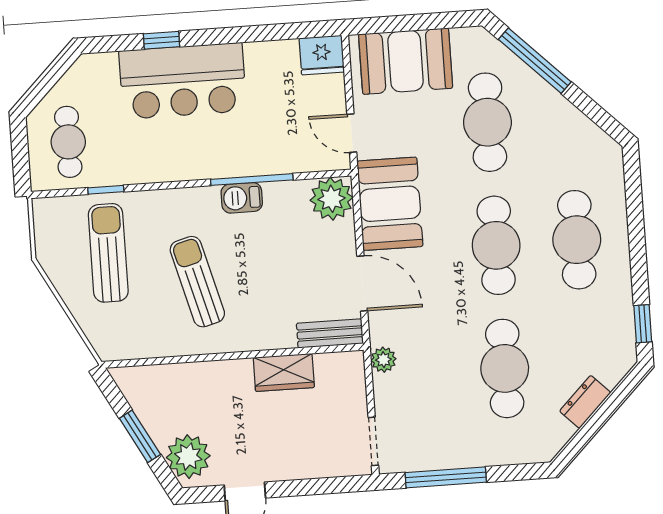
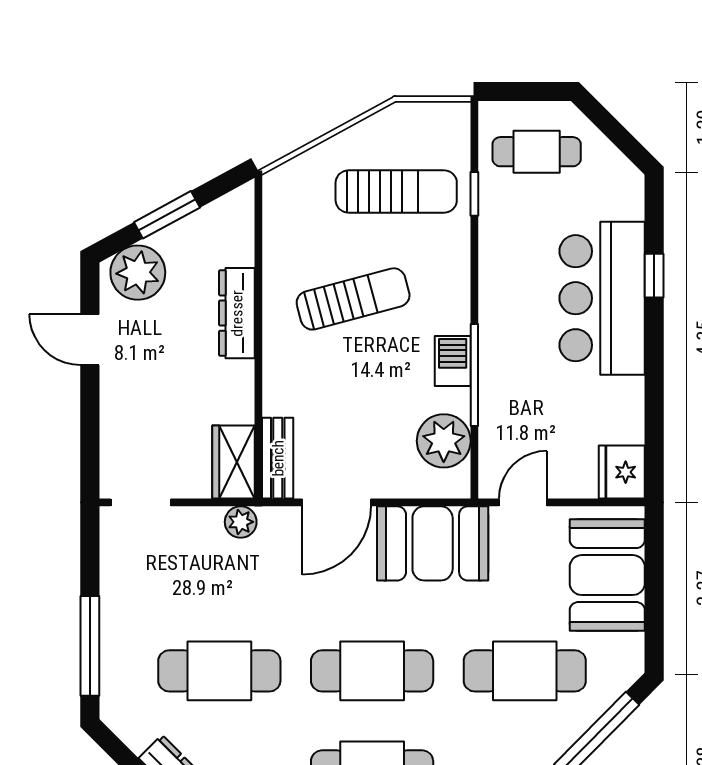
plant: (332, 199) -> (444, 441), moved
wardrobe: (284, 372) -> (233, 462), moved
dresser: (215, 374) -> (237, 313), added
window: (446, 477) -> (90, 646), moved

